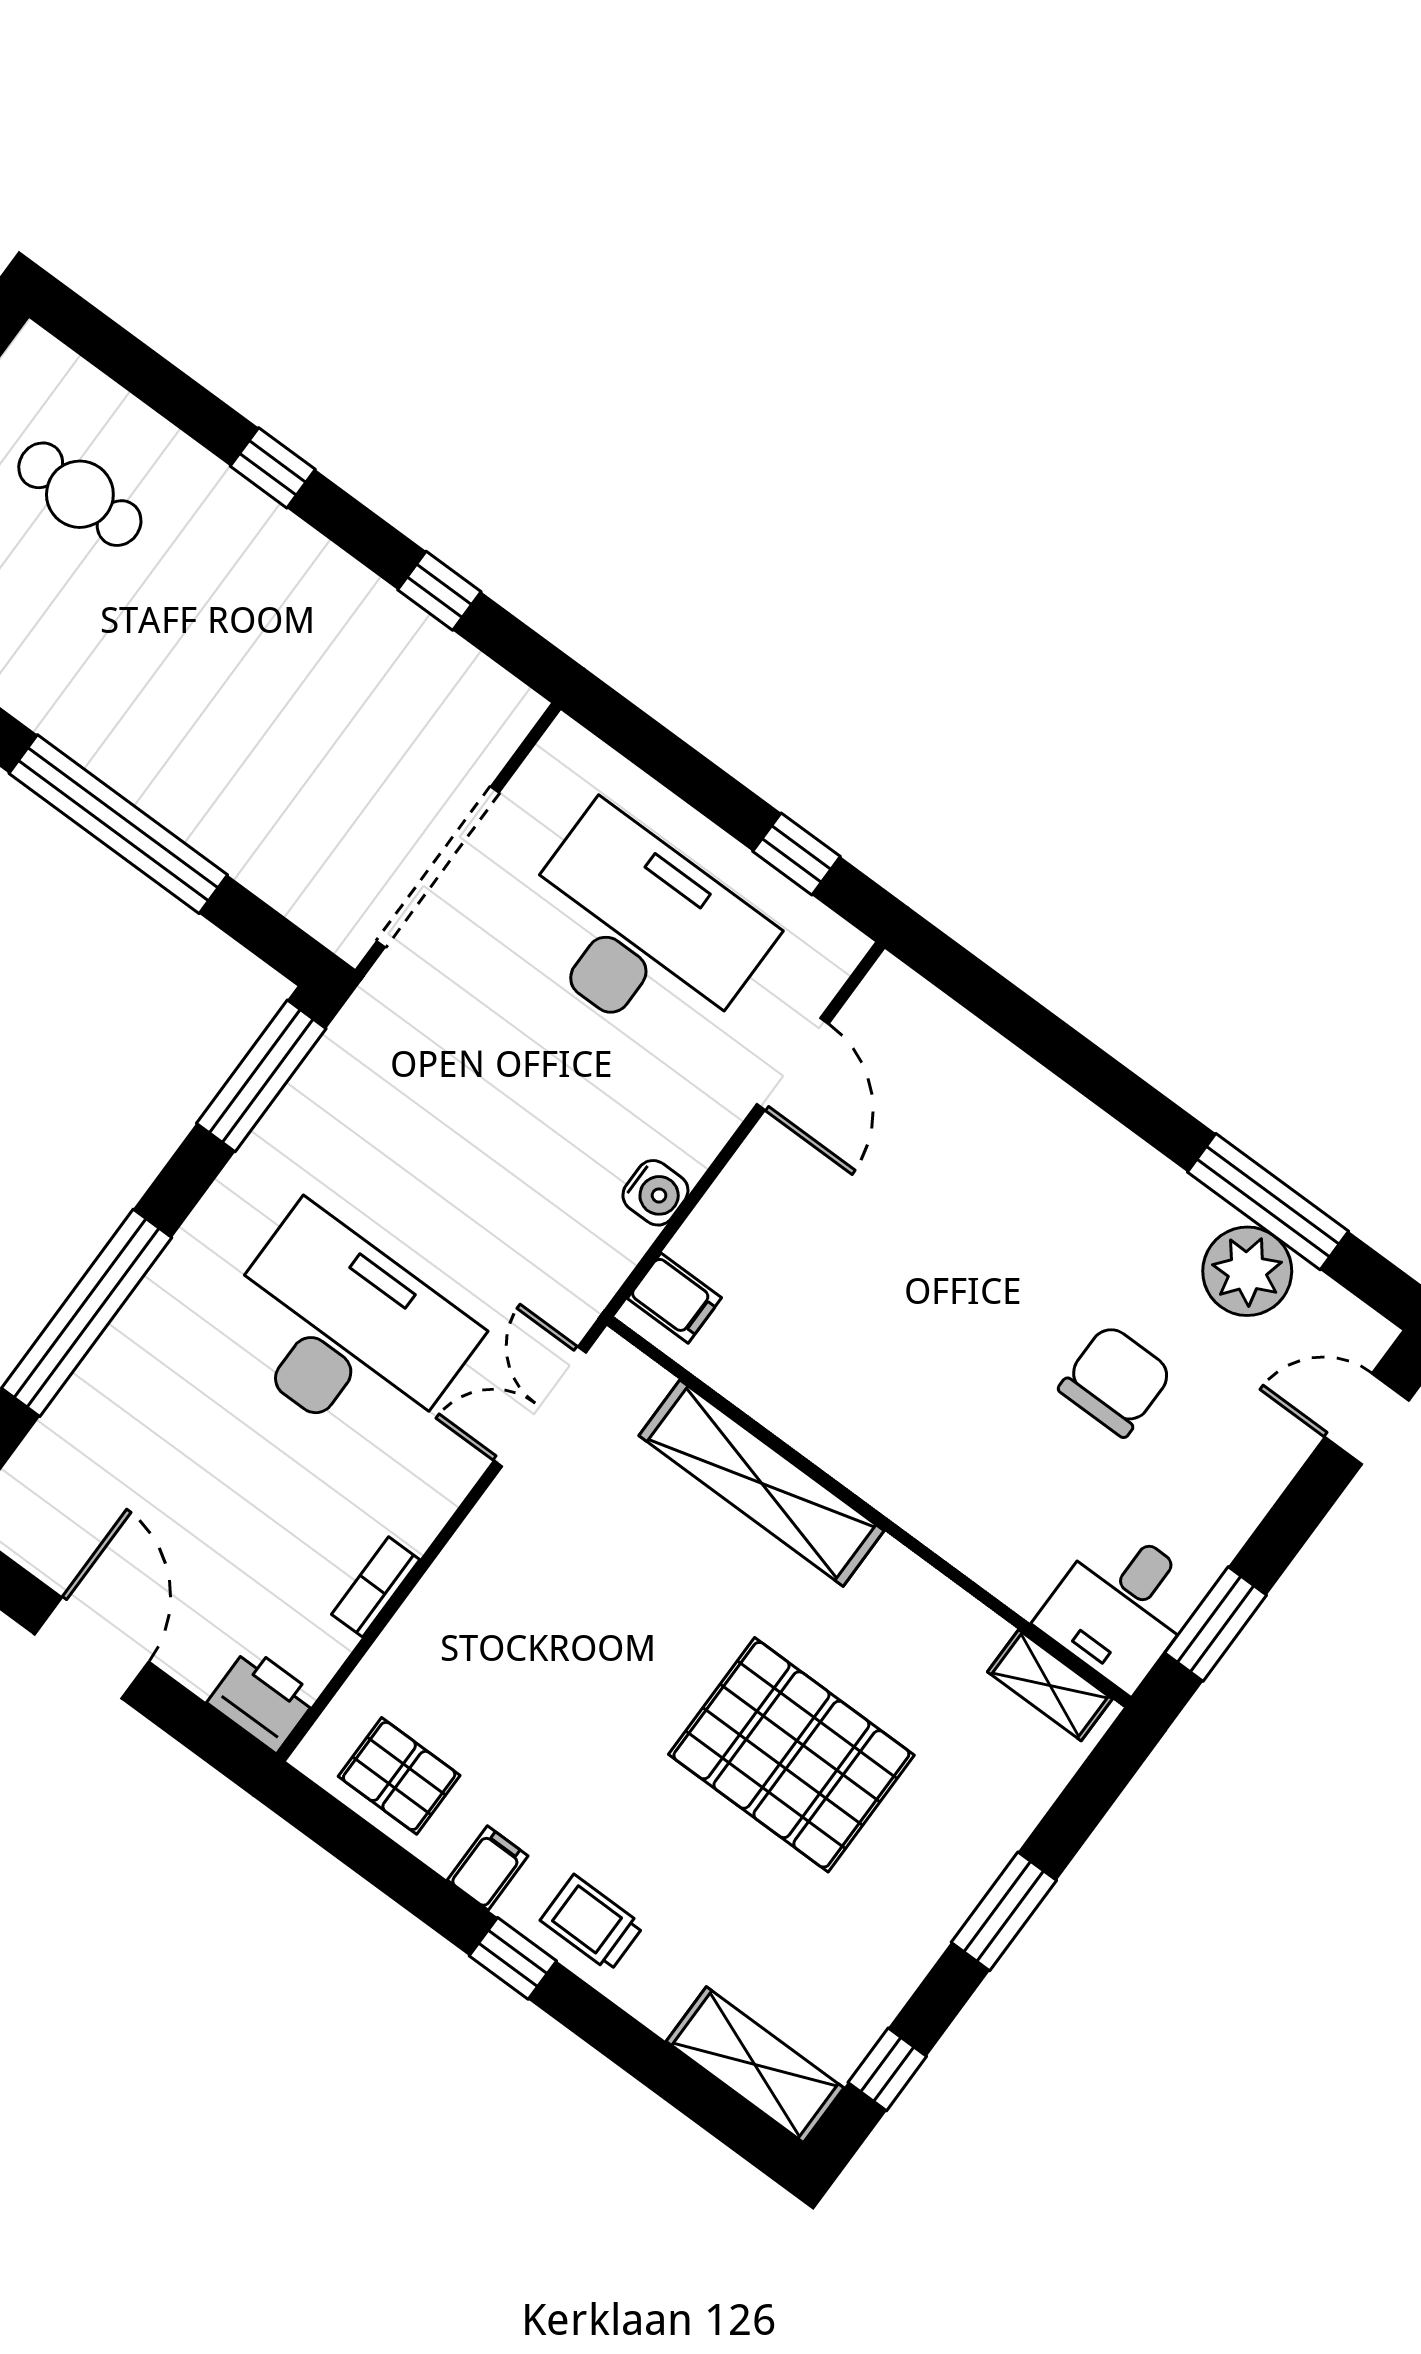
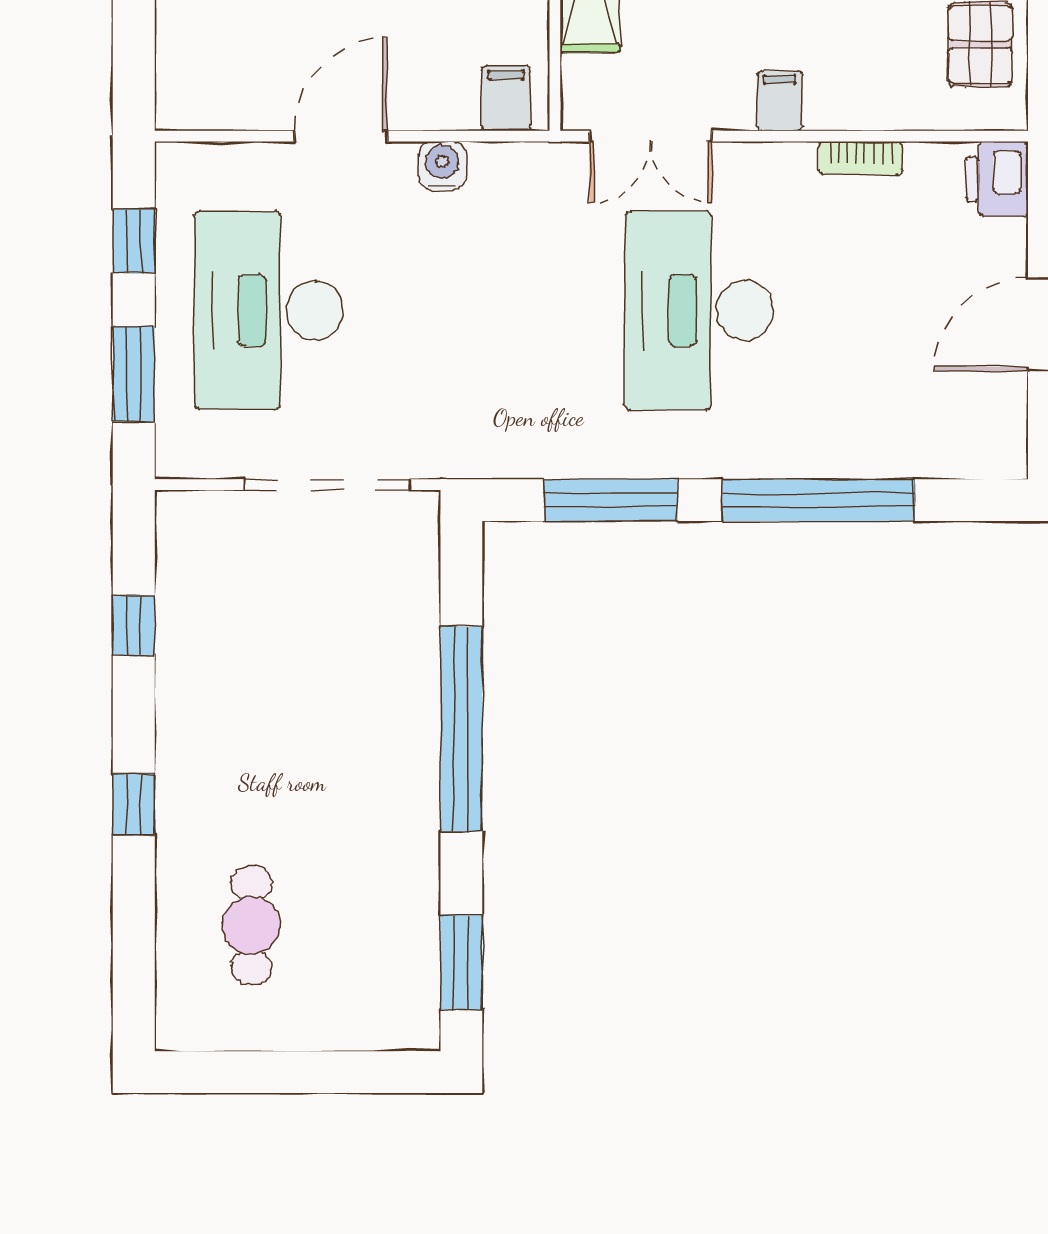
window: (673, 763) -> (134, 374), added
door: (793, 1064) -> (341, 136), moved
window: (261, 1076) -> (611, 500), moved
filing cabinet: (484, 1551) -> (780, 101), added

